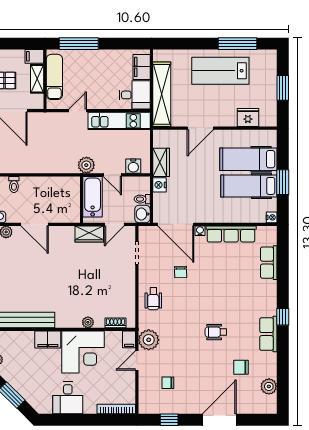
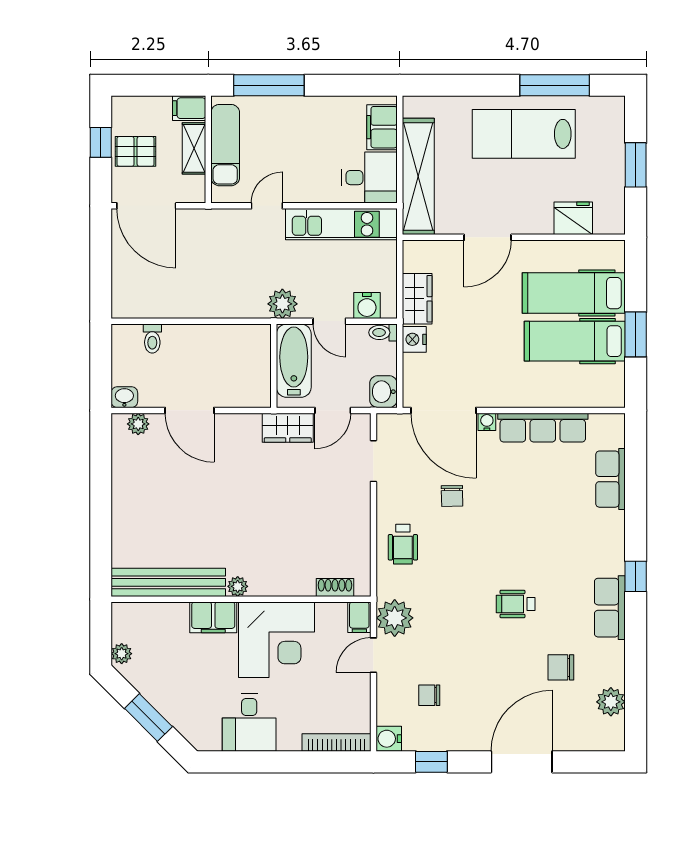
toilet: (142, 199) -> (383, 332), moved
nightstand: (272, 217) -> (616, 398), removed
plant: (88, 322) -> (238, 586), moved
water cooler: (145, 407) -> (389, 739), added

